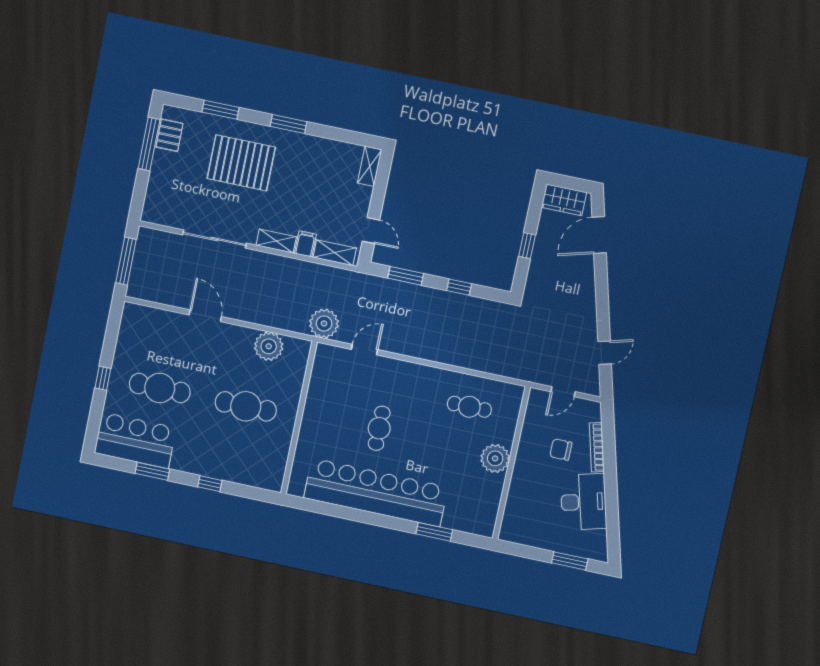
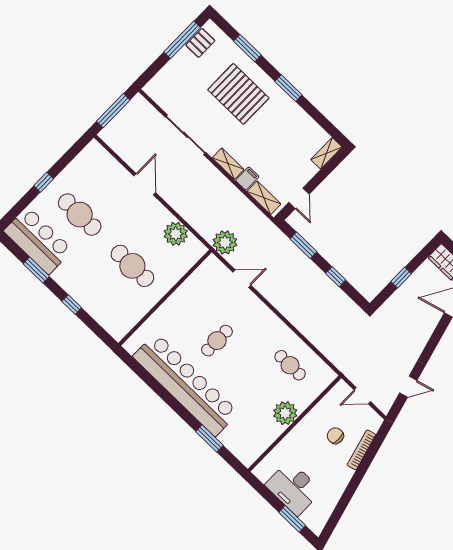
desk: (584, 502) -> (293, 488), moved, turned 105

